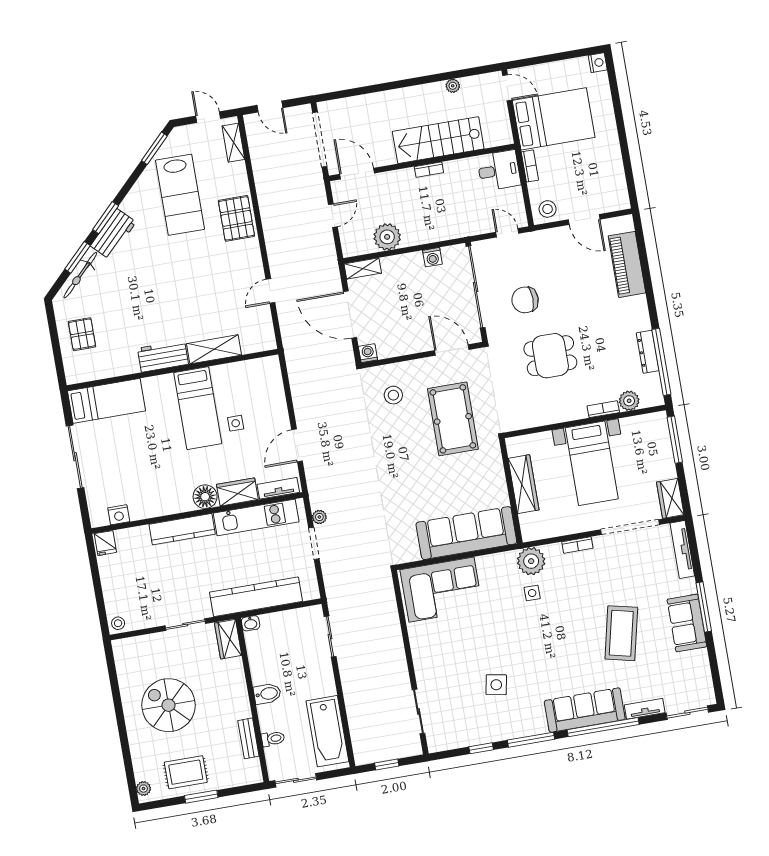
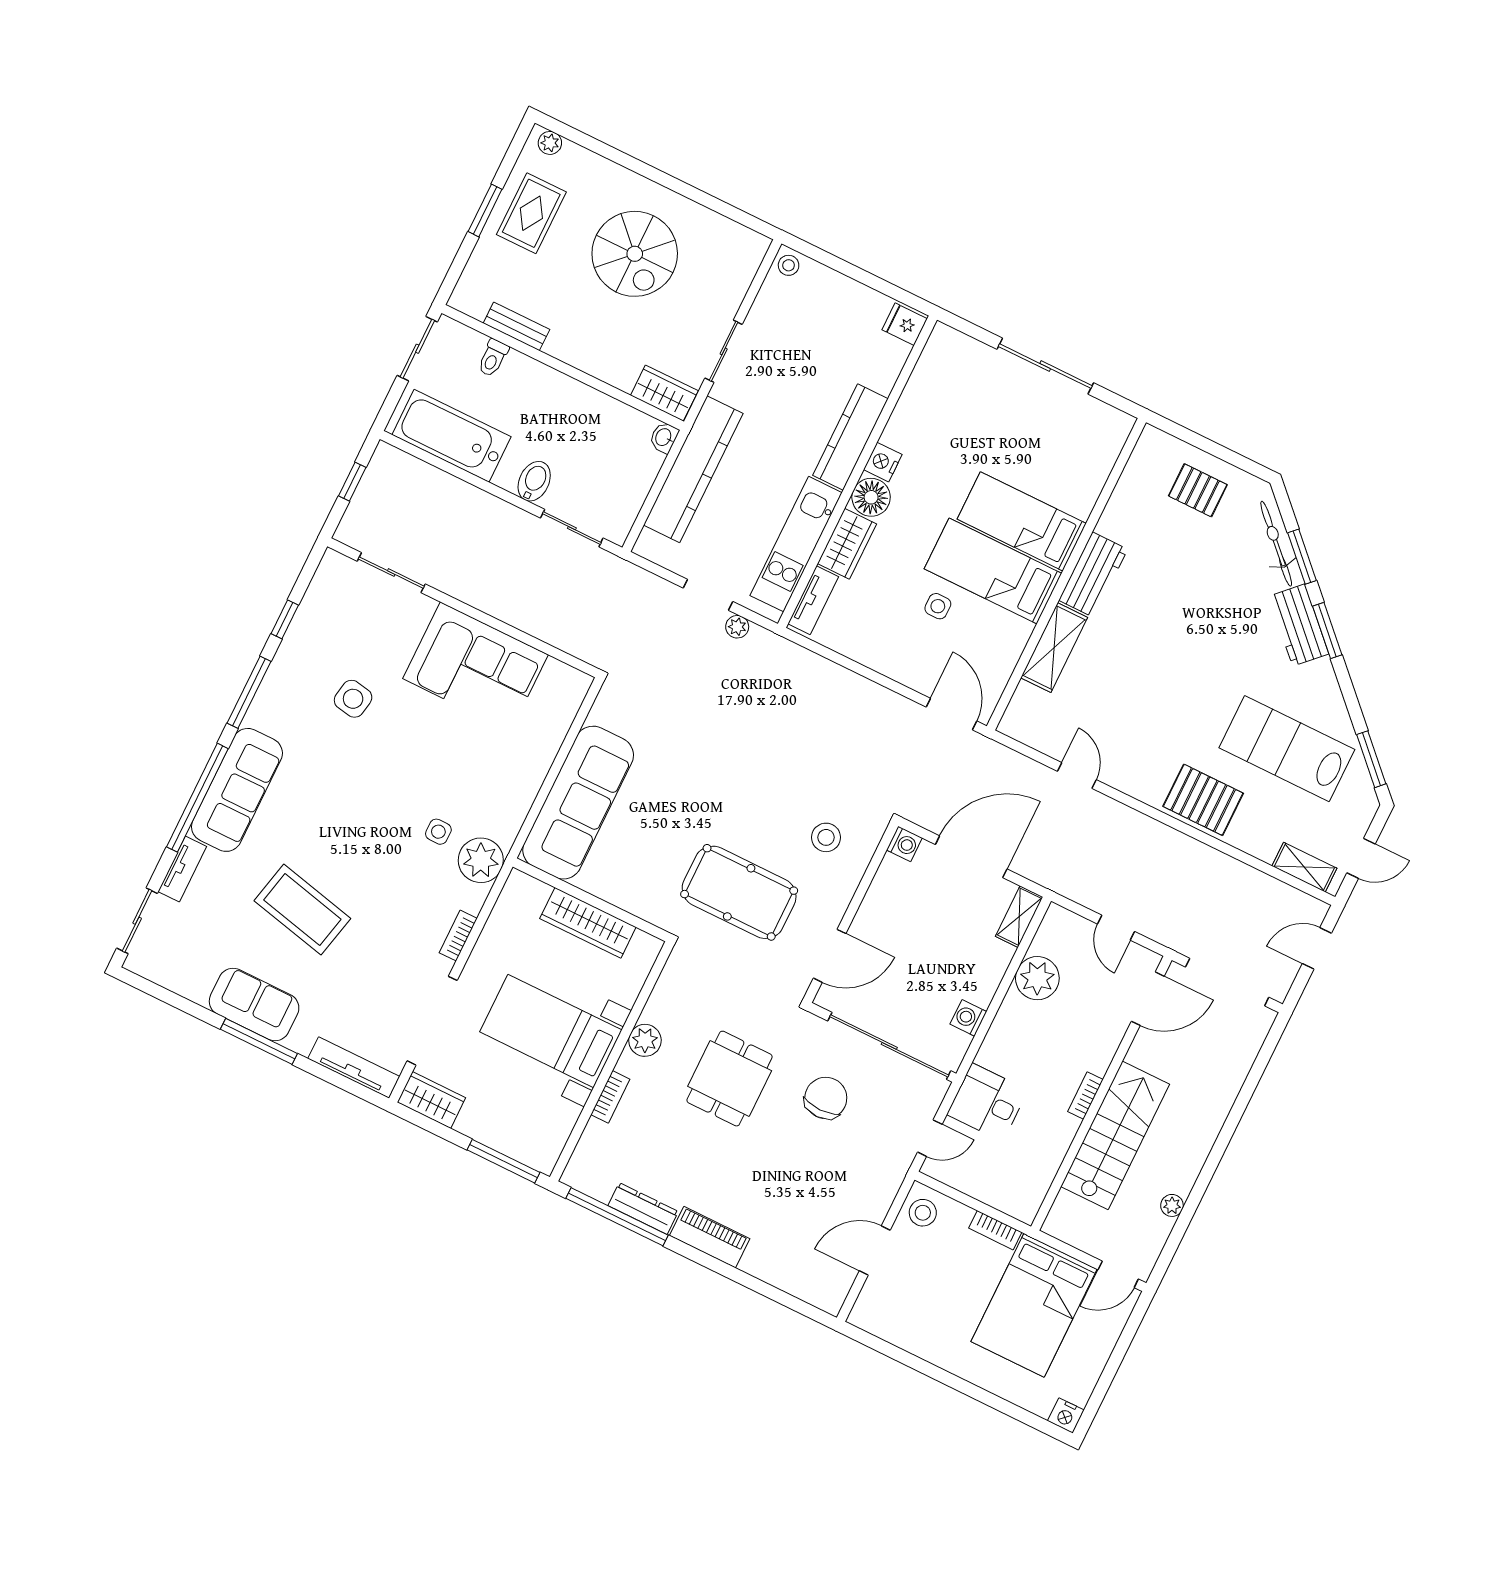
desk: (499, 170) -> (987, 1102), moved, turned 90
piano: (627, 264) -> (710, 1237), moved, width x0.73, depth x0.75
bed: (107, 401) -> (1022, 521), moved, turned 90
plant: (629, 401) -> (645, 1040), moved
door: (297, 445) -> (951, 714), moved
nightstand: (119, 515) -> (883, 462), moved
corner sofa: (441, 590) -> (476, 667), moved, turned -90
bidet: (267, 694) -> (534, 481), moved, turned 180
spiral stairs: (168, 705) -> (635, 254), turned 90

